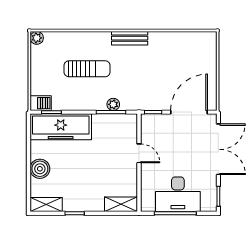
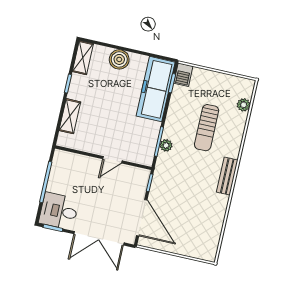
plant: (37, 38) -> (244, 105), moved
desk: (178, 194) -> (59, 211), moved, width x0.73
shelving: (121, 204) -> (70, 116), moved

